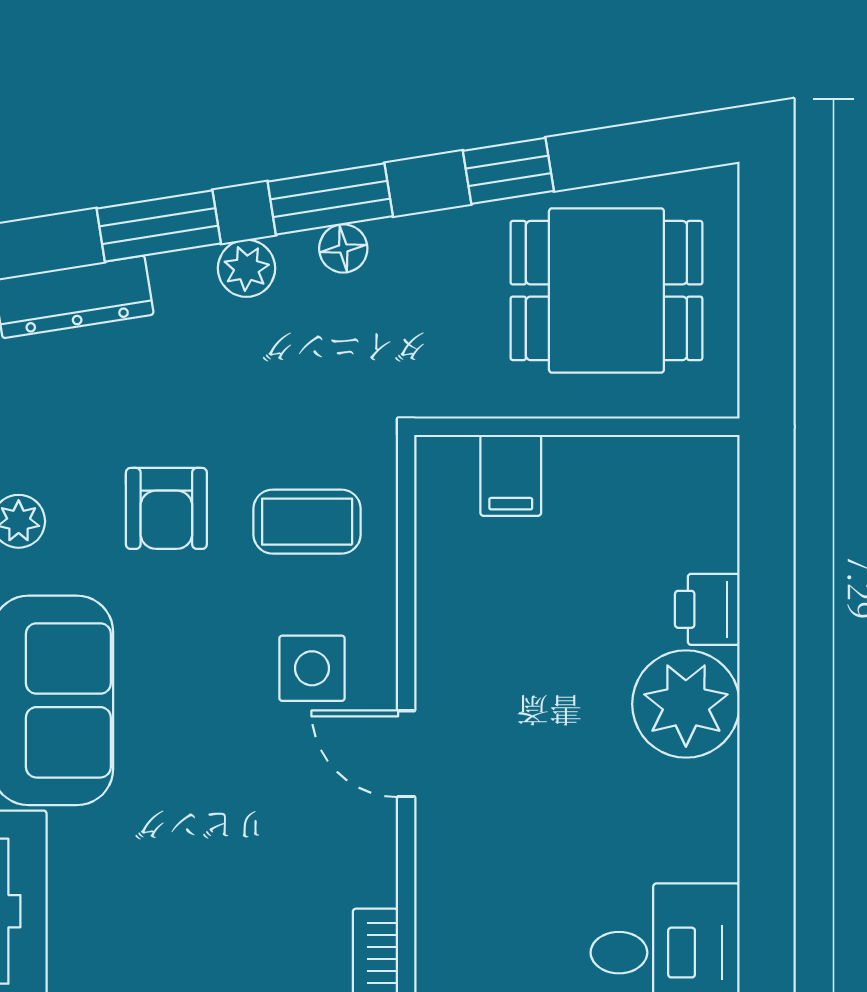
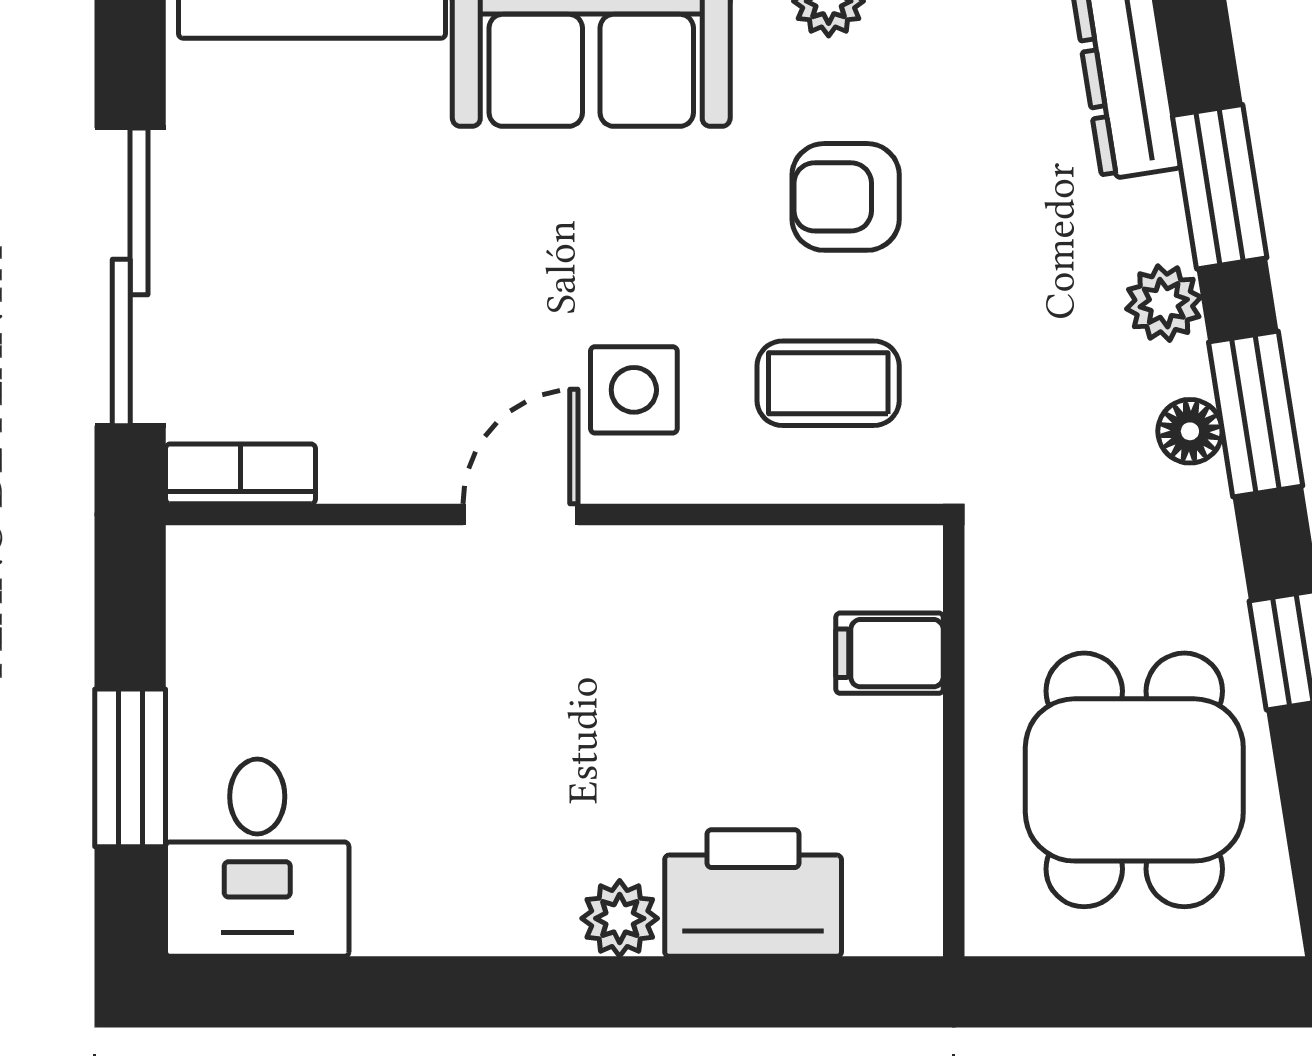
coffee table: (307, 522) -> (828, 383), turned 90
printer: (707, 609) -> (753, 893), width x1.87, depth x1.48
plant: (686, 704) -> (620, 918), width x0.53, depth x0.53

